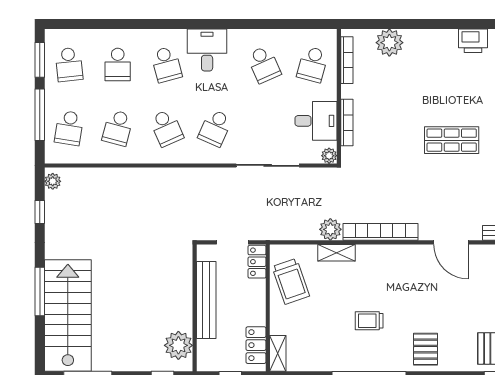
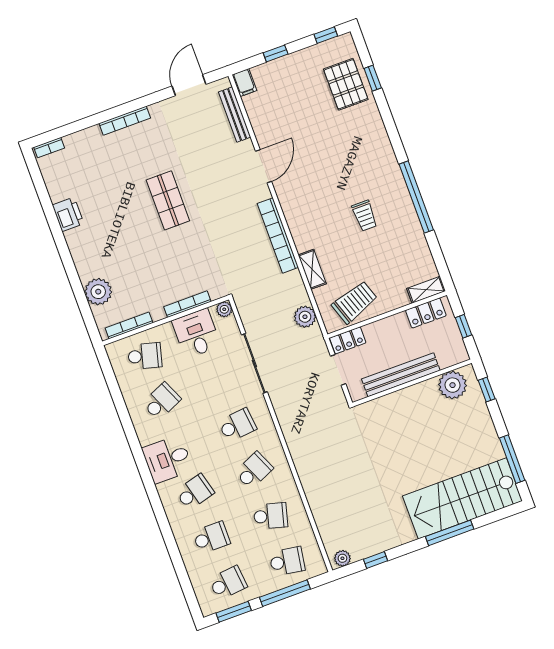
school desk: (215, 128) -> (237, 425), turned -30
plant: (330, 229) -> (305, 317), moved
pallet: (426, 349) -> (372, 153), removed

